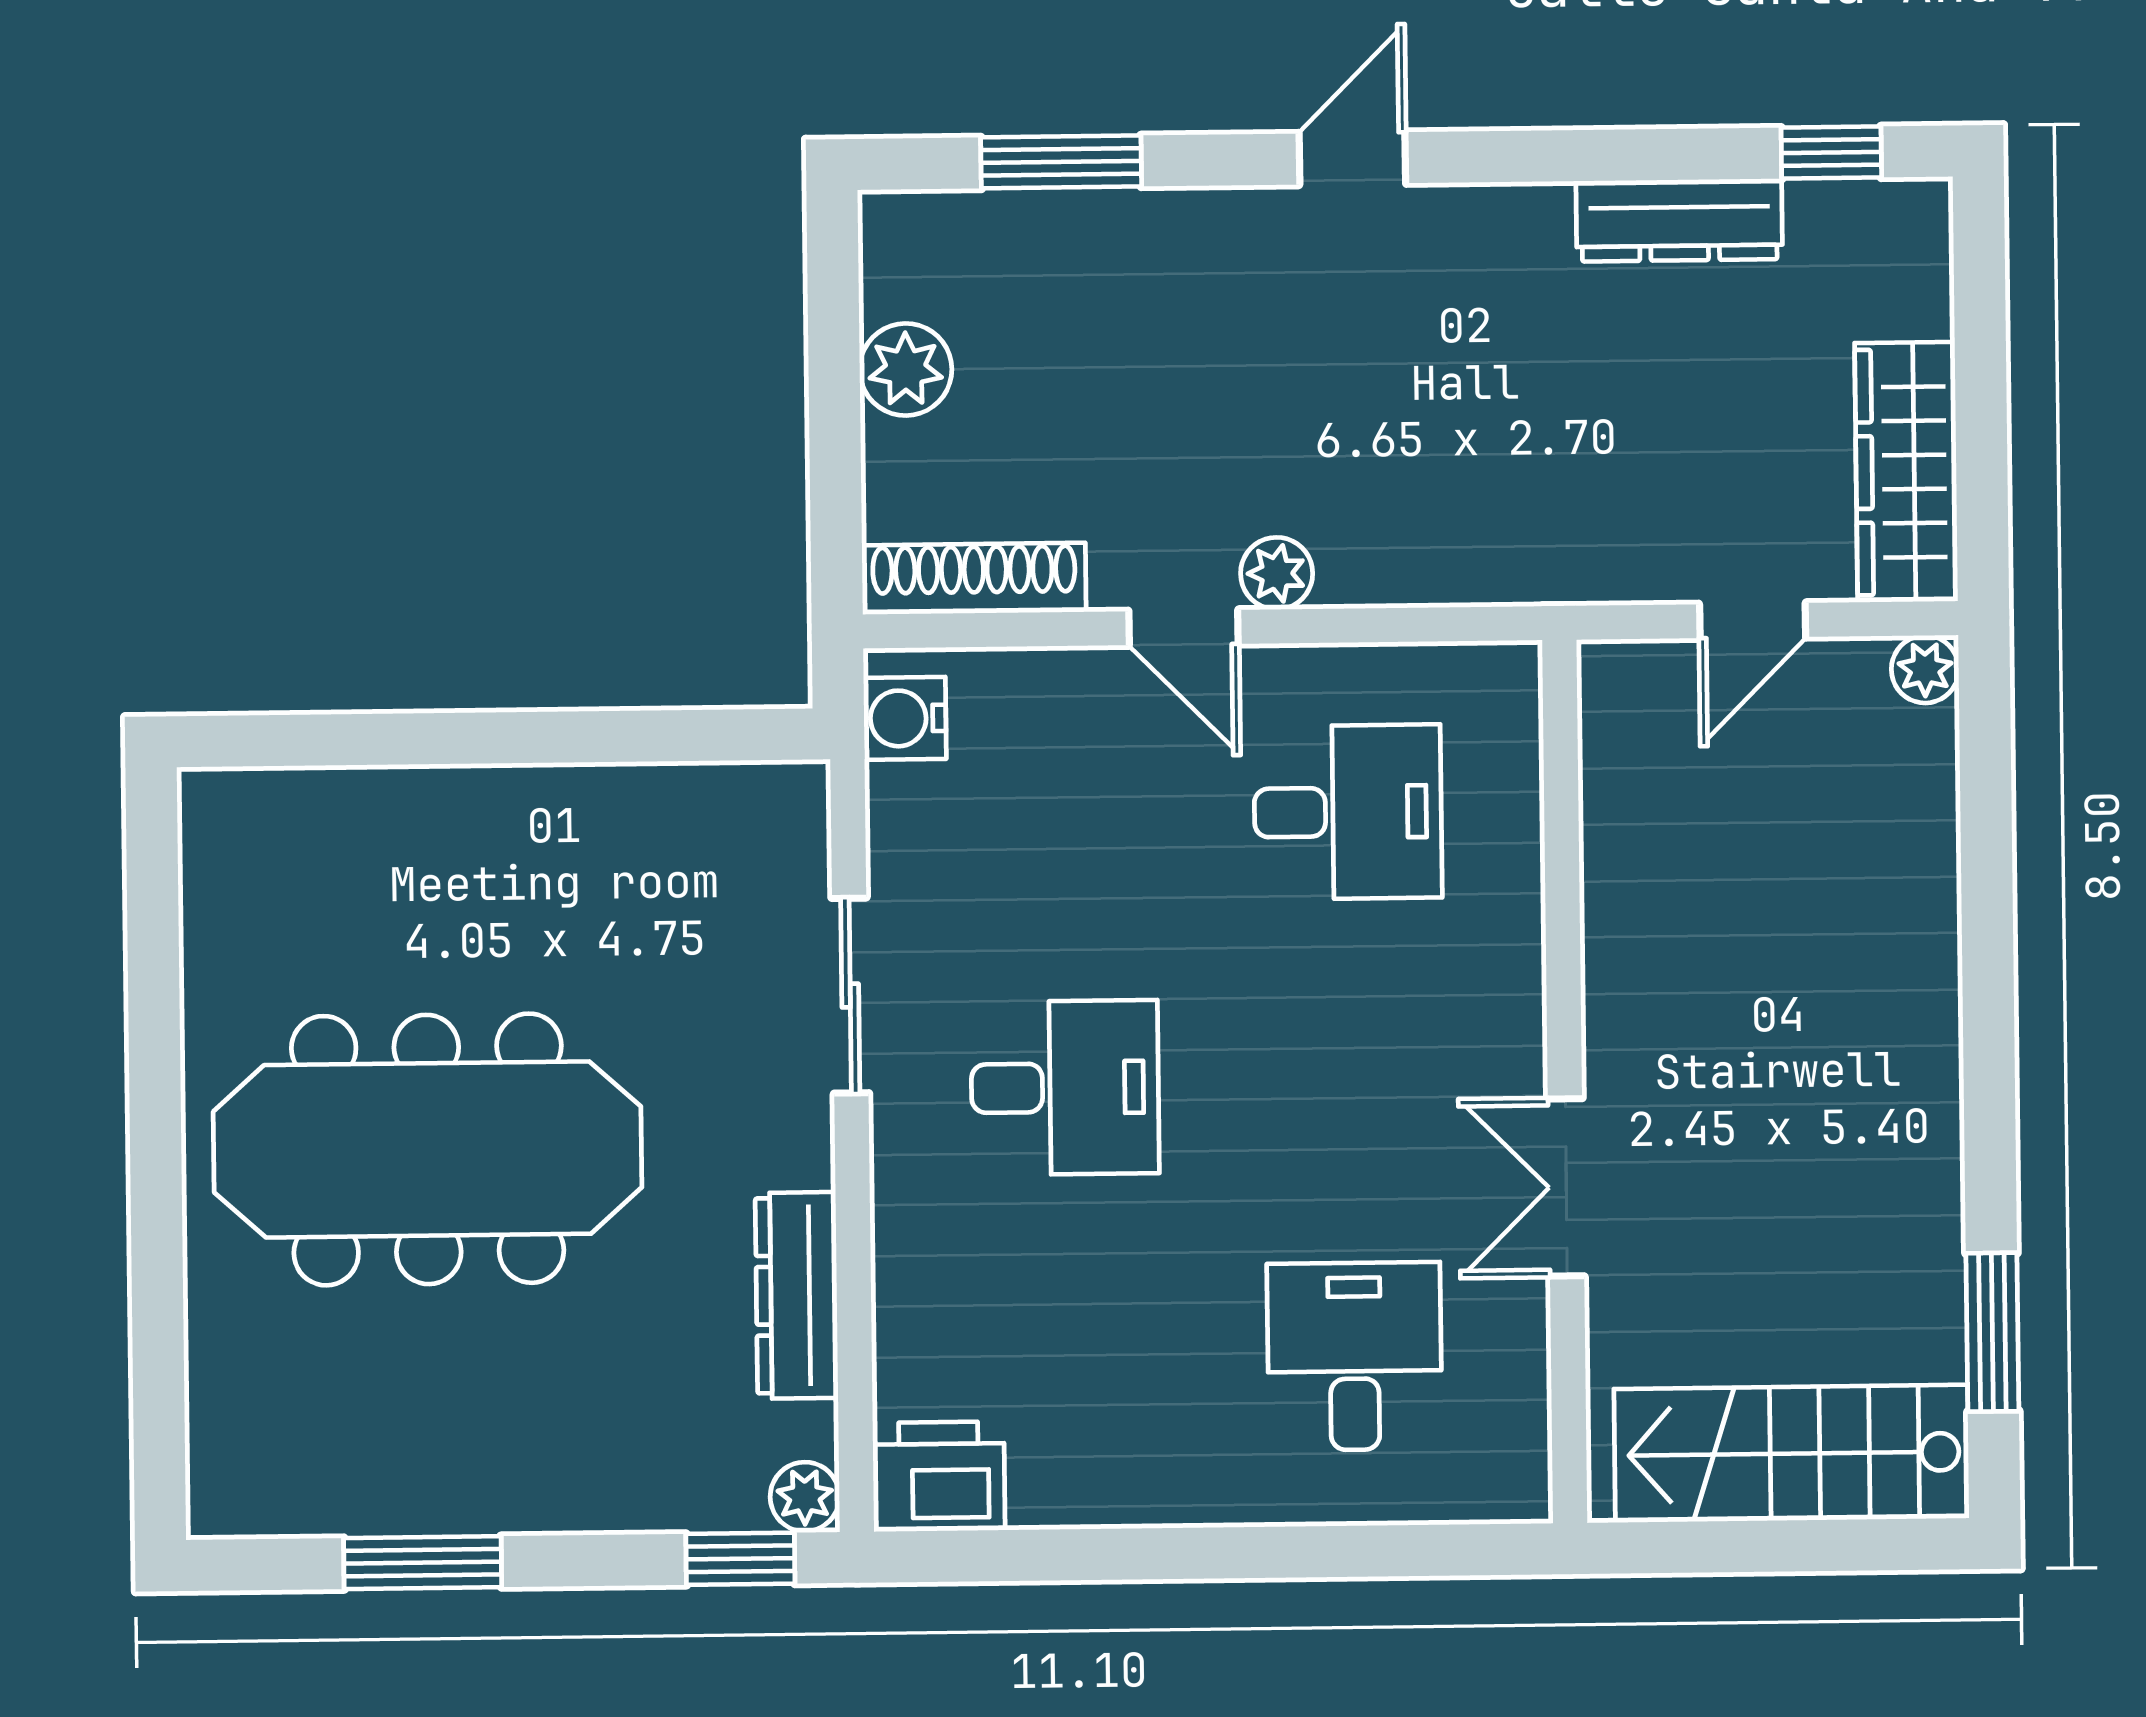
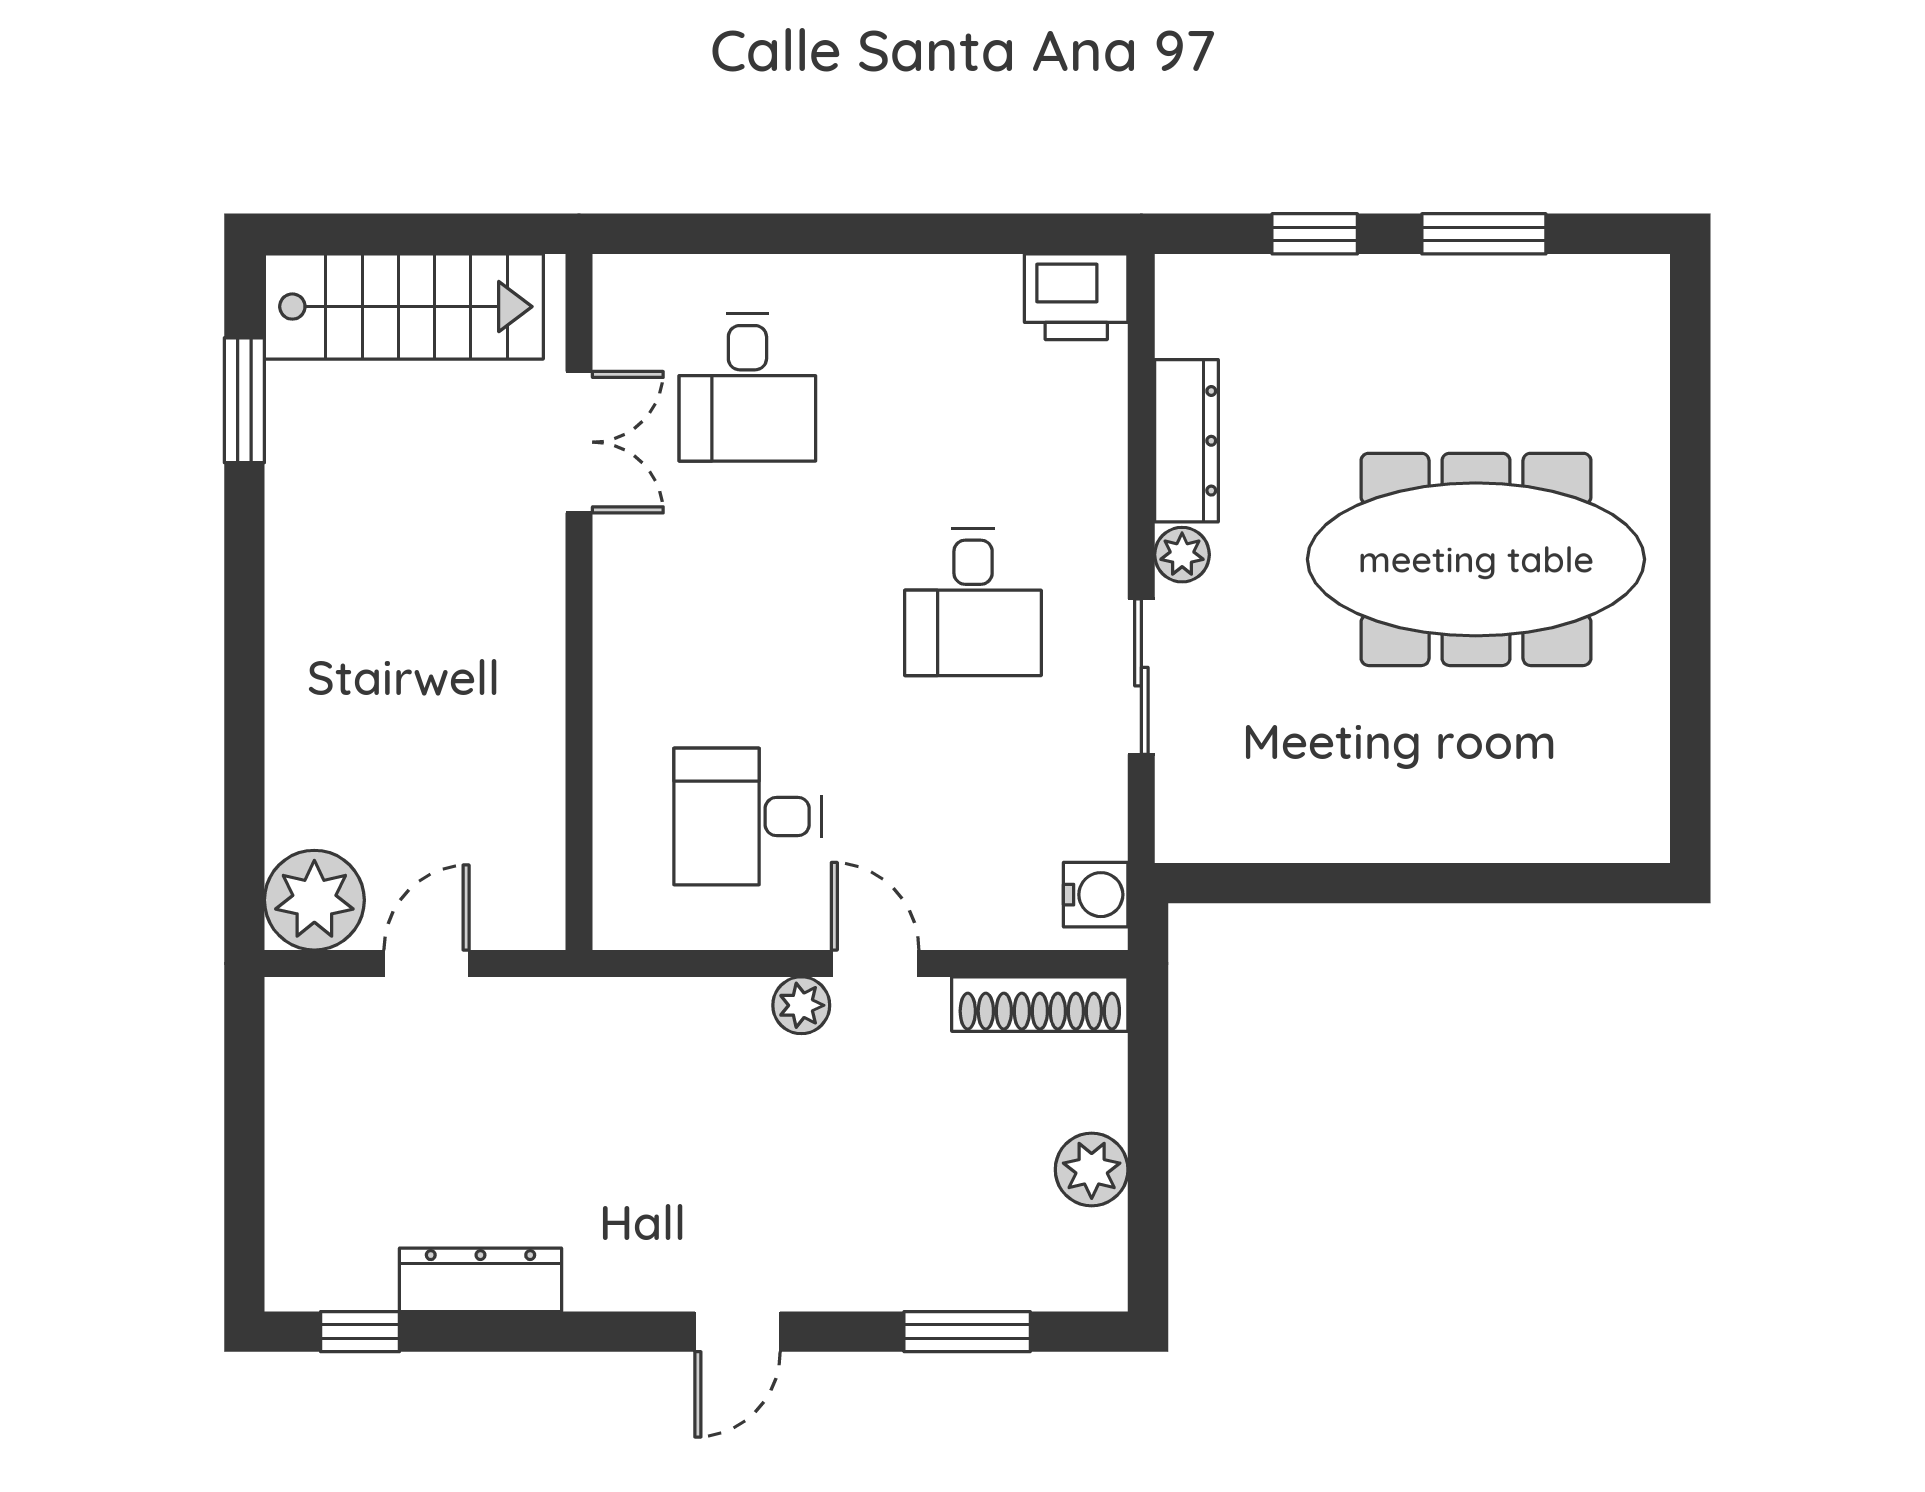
wardrobe: (1906, 472) -> (304, 1079), removed
plant: (1925, 669) -> (314, 900), width x1.87, depth x1.87
desk: (1065, 1088) -> (973, 602), turned -90
double door: (1566, 1187) -> (579, 442), moved
plant: (805, 1497) -> (1182, 555), moved
window: (740, 1559) -> (1315, 234), moved

